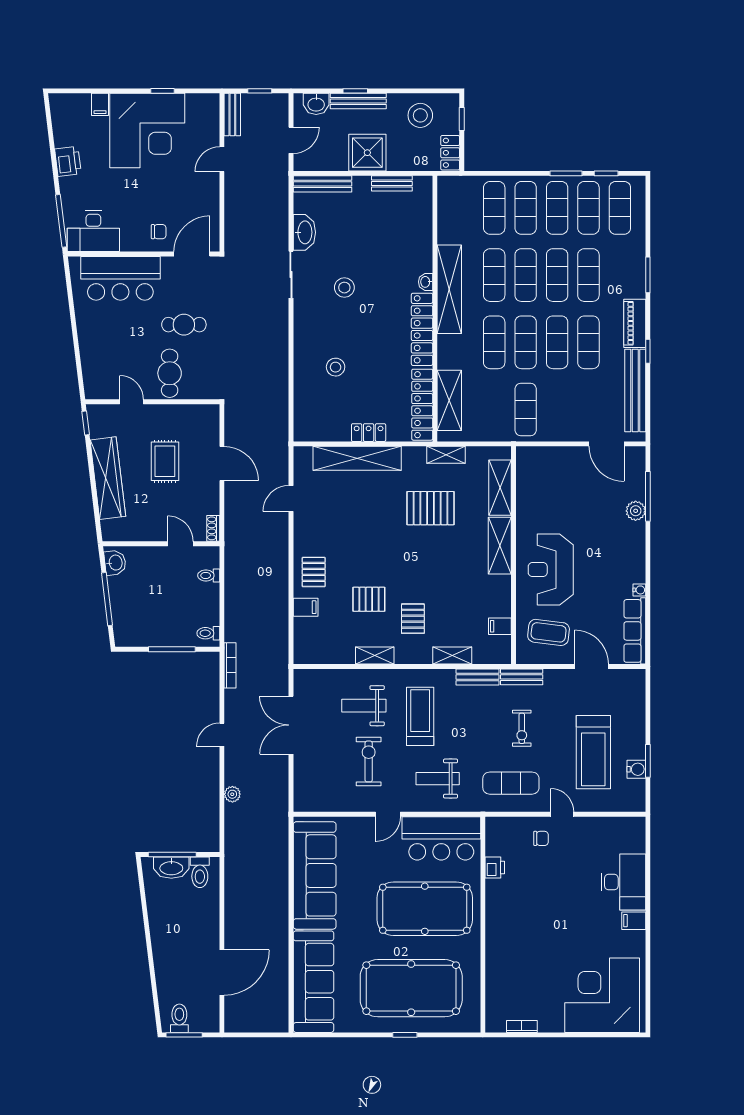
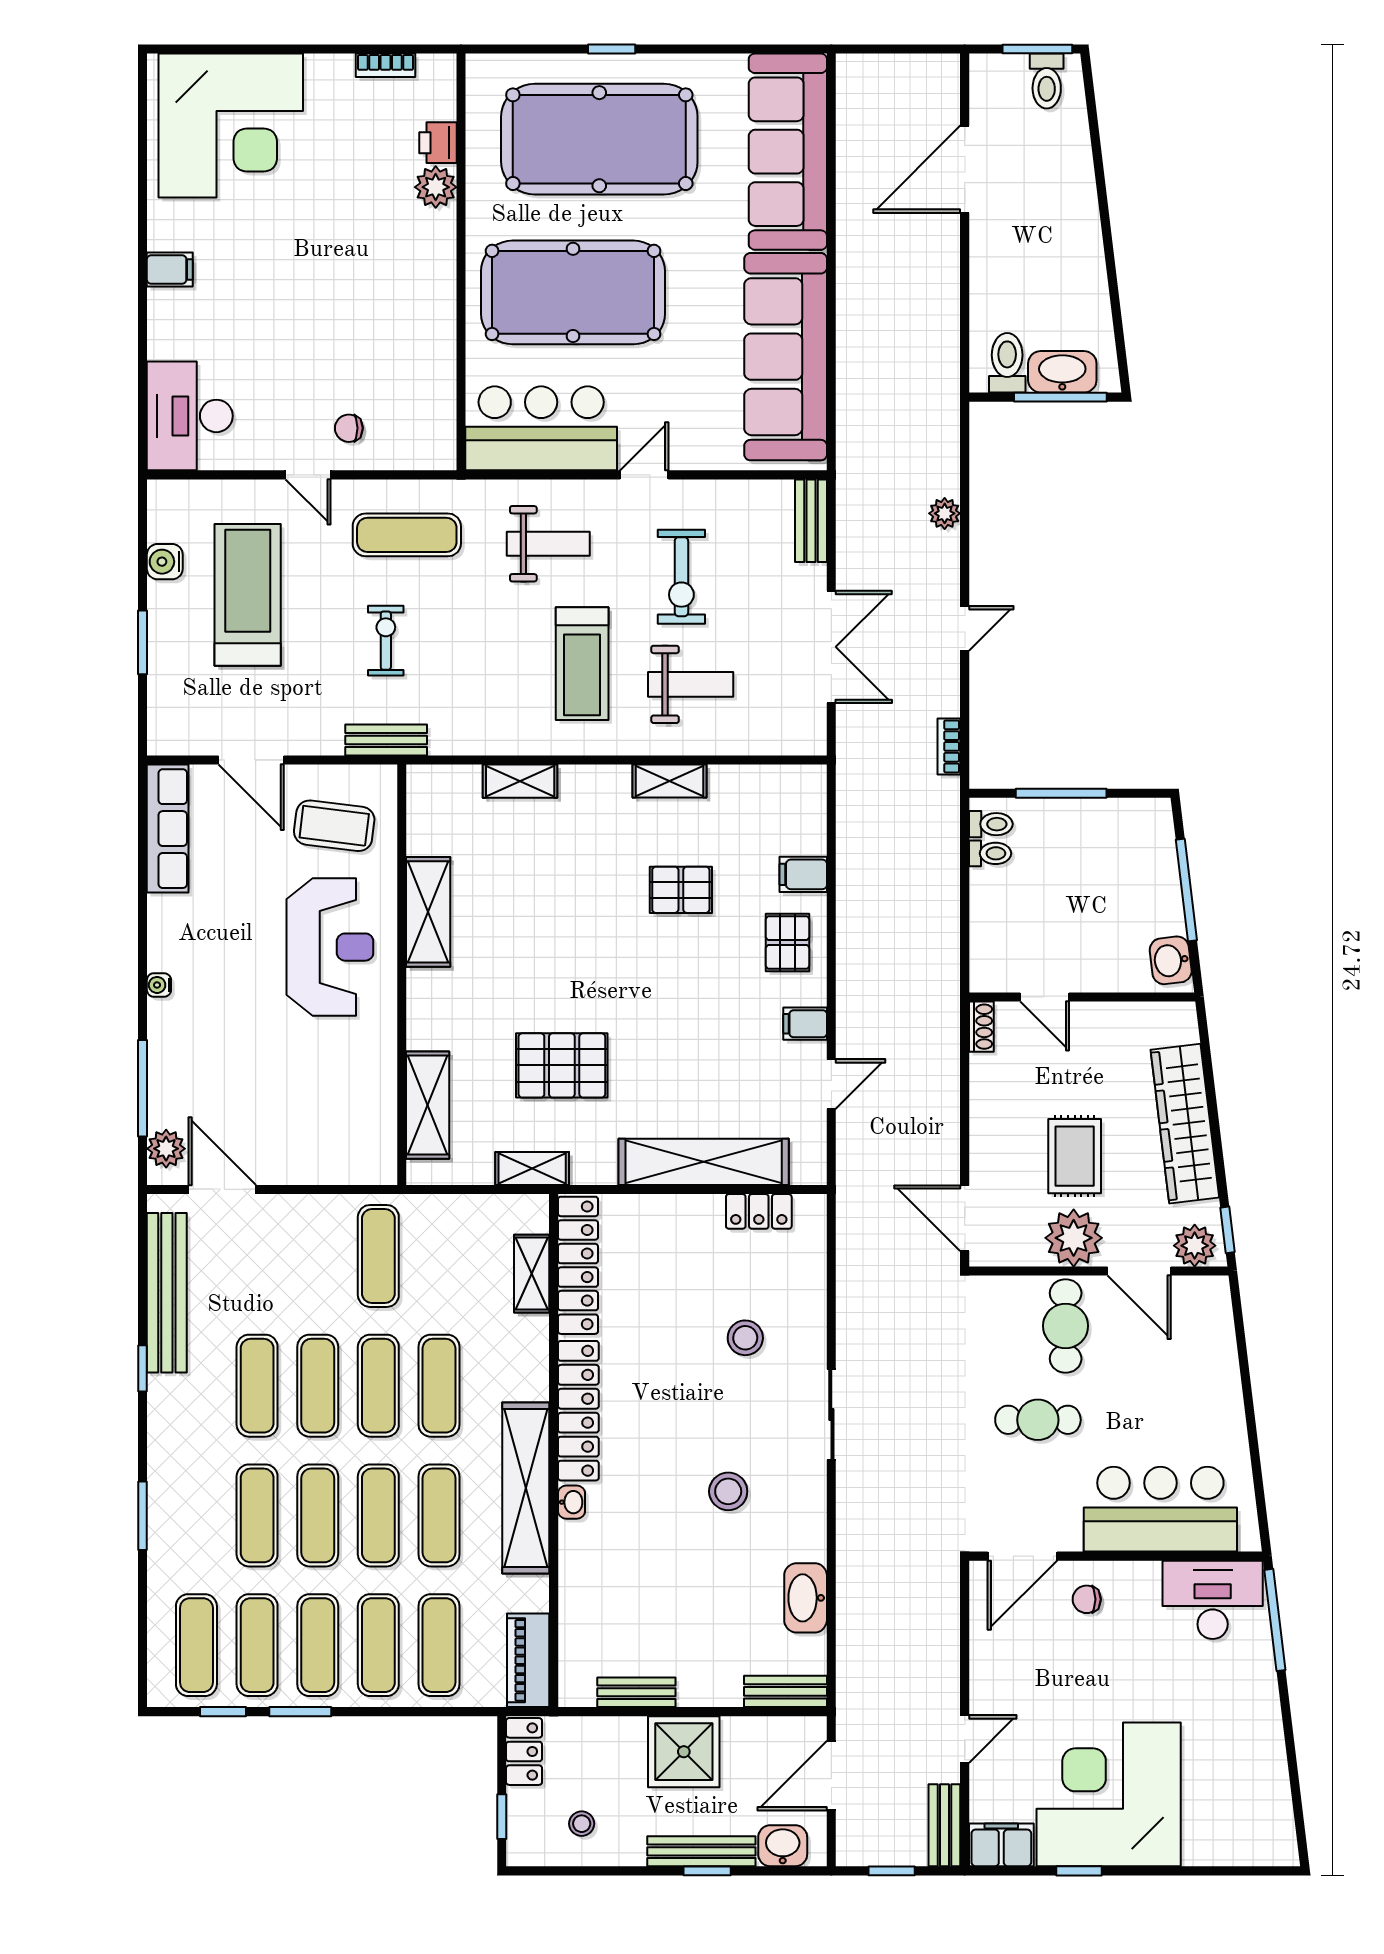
filing cabinet: (100, 104) -> (1001, 1845), moved, width x2.00
stool: (420, 115) -> (582, 1824), width x0.53, depth x0.53
door: (291, 140) -> (831, 1776), width x1.38
printer: (68, 161) -> (1262, 1735), removed
bench: (322, 184) -> (786, 1691), width x0.73
sliding door: (291, 275) -> (831, 1415), moved
piano: (635, 323) -> (528, 1660), moved, turned 180
shelving: (449, 400) -> (532, 1274), width x0.67, depth x0.75
door: (132, 402) -> (1139, 1271), width x1.38
plant: (103, 415) -> (1195, 1246), added
plant: (165, 419) -> (1074, 1238), added
locker: (369, 433) -> (759, 1211), moved
door: (222, 463) -> (965, 1218), moved
plant: (636, 511) -> (166, 1149), moved
shelving: (500, 546) -> (428, 912), moved
toilet: (209, 575) -> (990, 853), moved
water cooler: (639, 590) -> (159, 985), moved
pallet: (413, 619) -> (596, 852), removed
filing cabinet: (500, 626) -> (805, 1024), moved, turned 180
bookcase: (230, 665) -> (949, 746), width x0.64
bench: (478, 677) -> (811, 521), moved, turned 90
window: (648, 761) -> (143, 642), moved
printer: (495, 868) -> (438, 143), moved
desk: (623, 882) -> (190, 416), moved
plant: (496, 963) -> (436, 187), added

